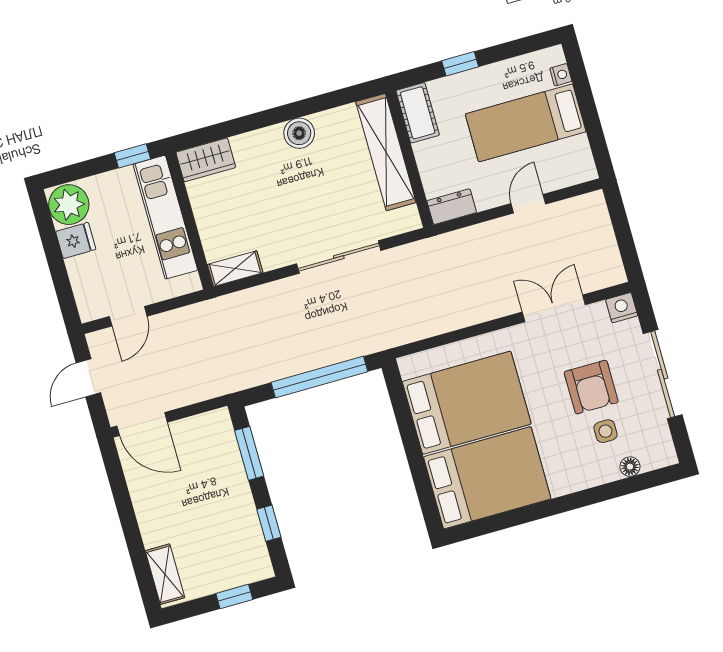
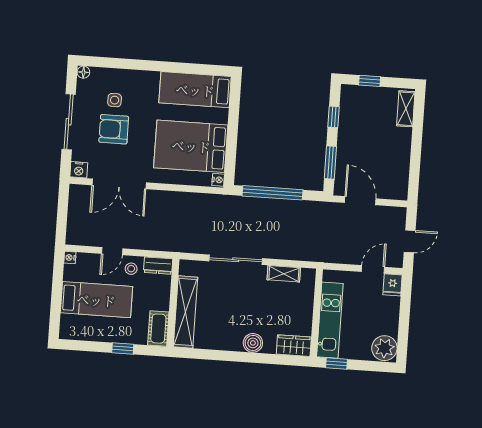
nightstand: (561, 75) -> (70, 258), moved
boiler: (299, 133) -> (253, 343), moved
stool: (490, 188) -> (131, 269), added
fridge: (76, 240) -> (392, 285), moved, turned -90
shelving: (235, 269) -> (284, 274), moved
double door: (554, 308) -> (119, 184), width x1.37
nightstand: (408, 367) -> (218, 180), added
armchair: (591, 387) -> (114, 129), turned -90
door: (142, 424) -> (360, 201), moved
floor lamp: (630, 467) -> (83, 72), moved
bed: (487, 478) -> (195, 90), width x0.67

